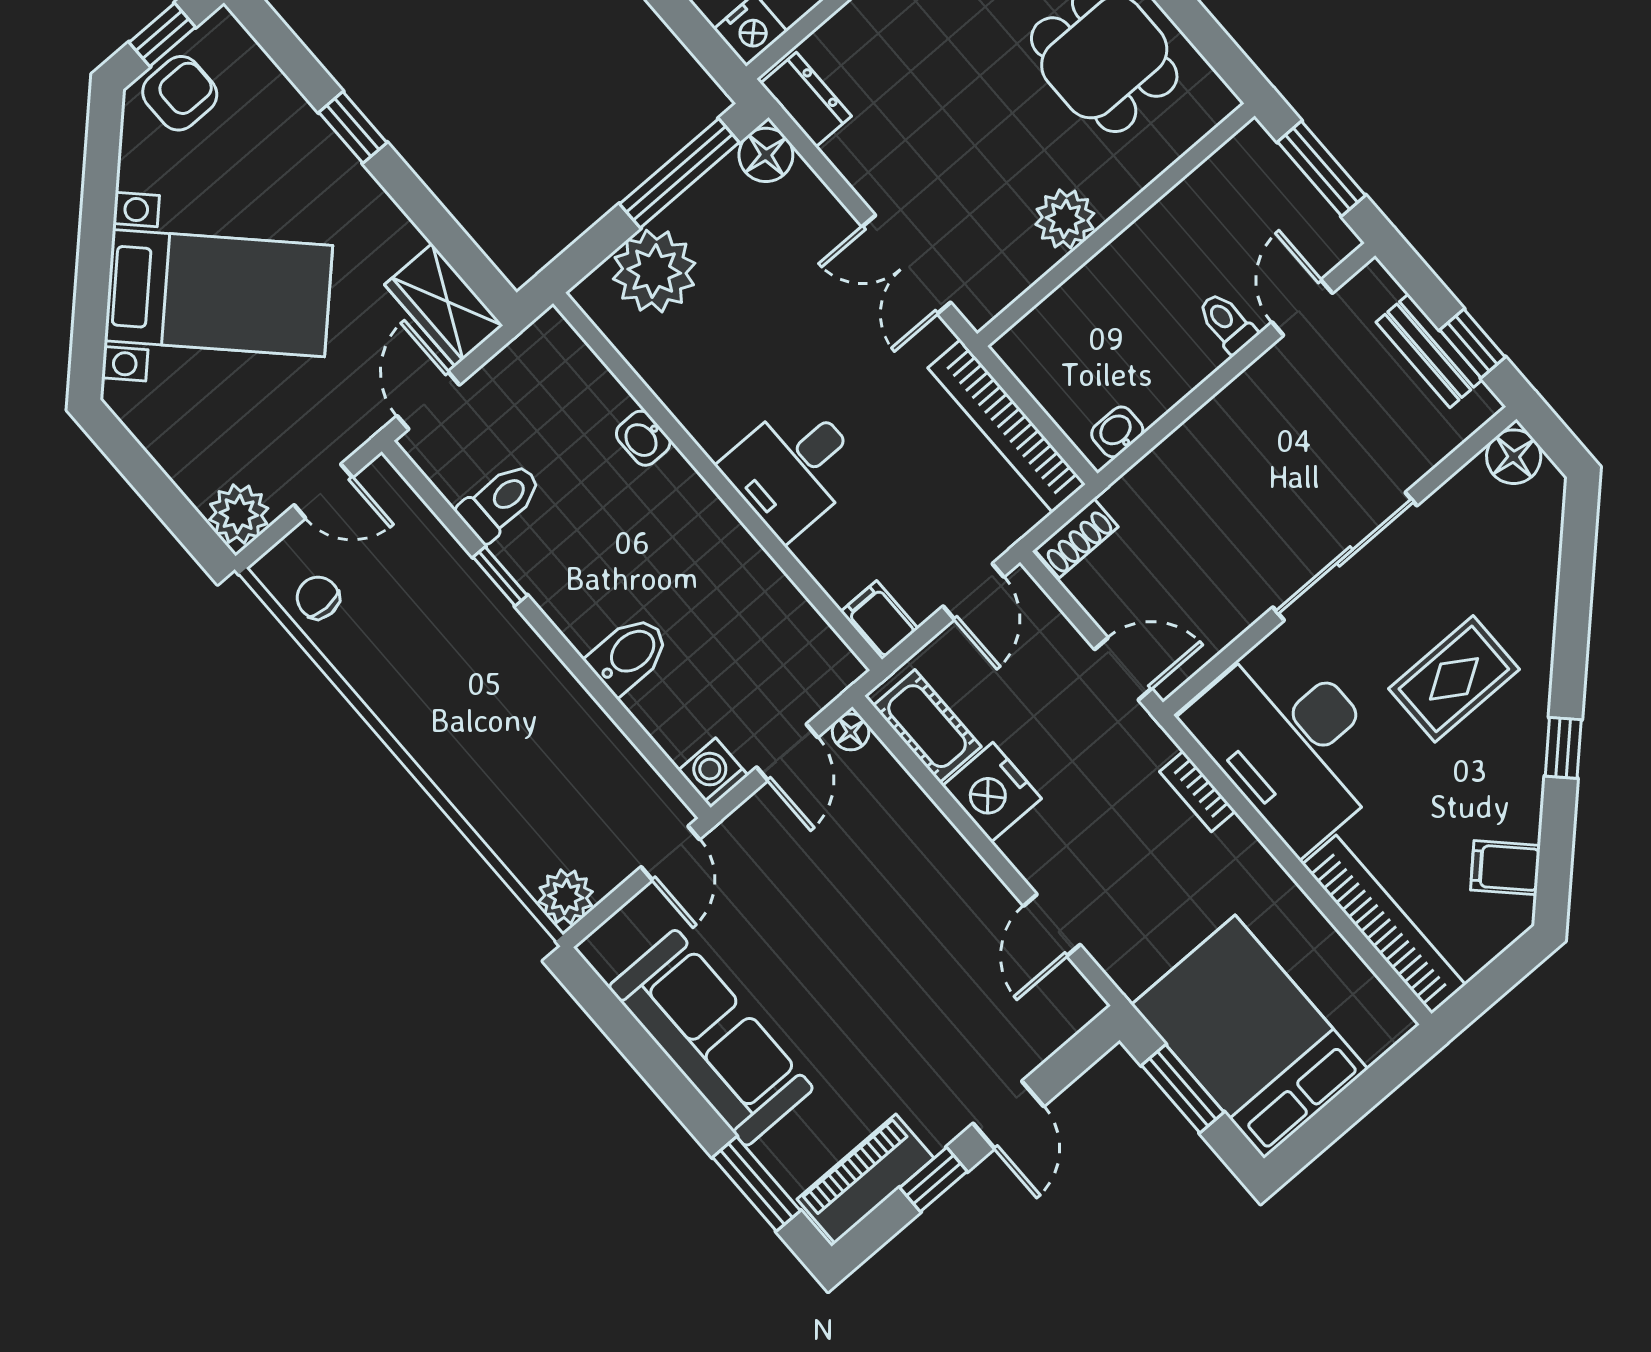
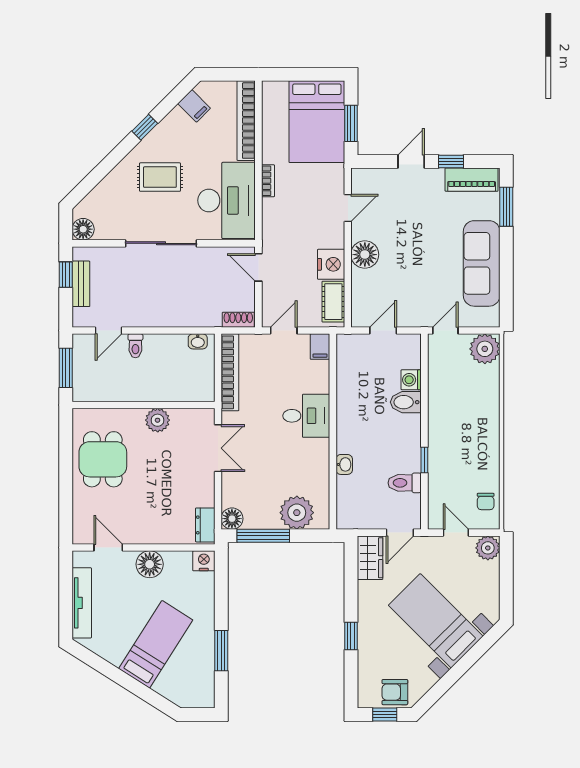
floor lamp: (851, 732) -> (365, 255), moved, width x1.89, depth x1.89
washing machine: (713, 773) -> (411, 380), moved, turned 90
bookcase: (1197, 791) -> (268, 181), moved
plant: (566, 897) -> (485, 349), width x1.36, depth x1.36

